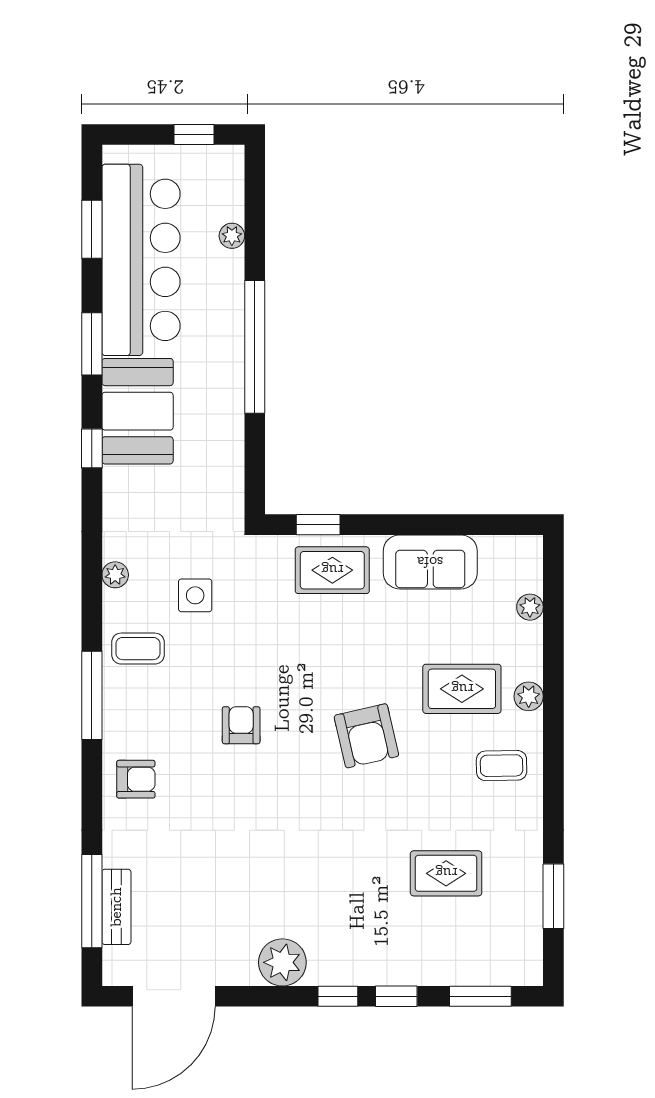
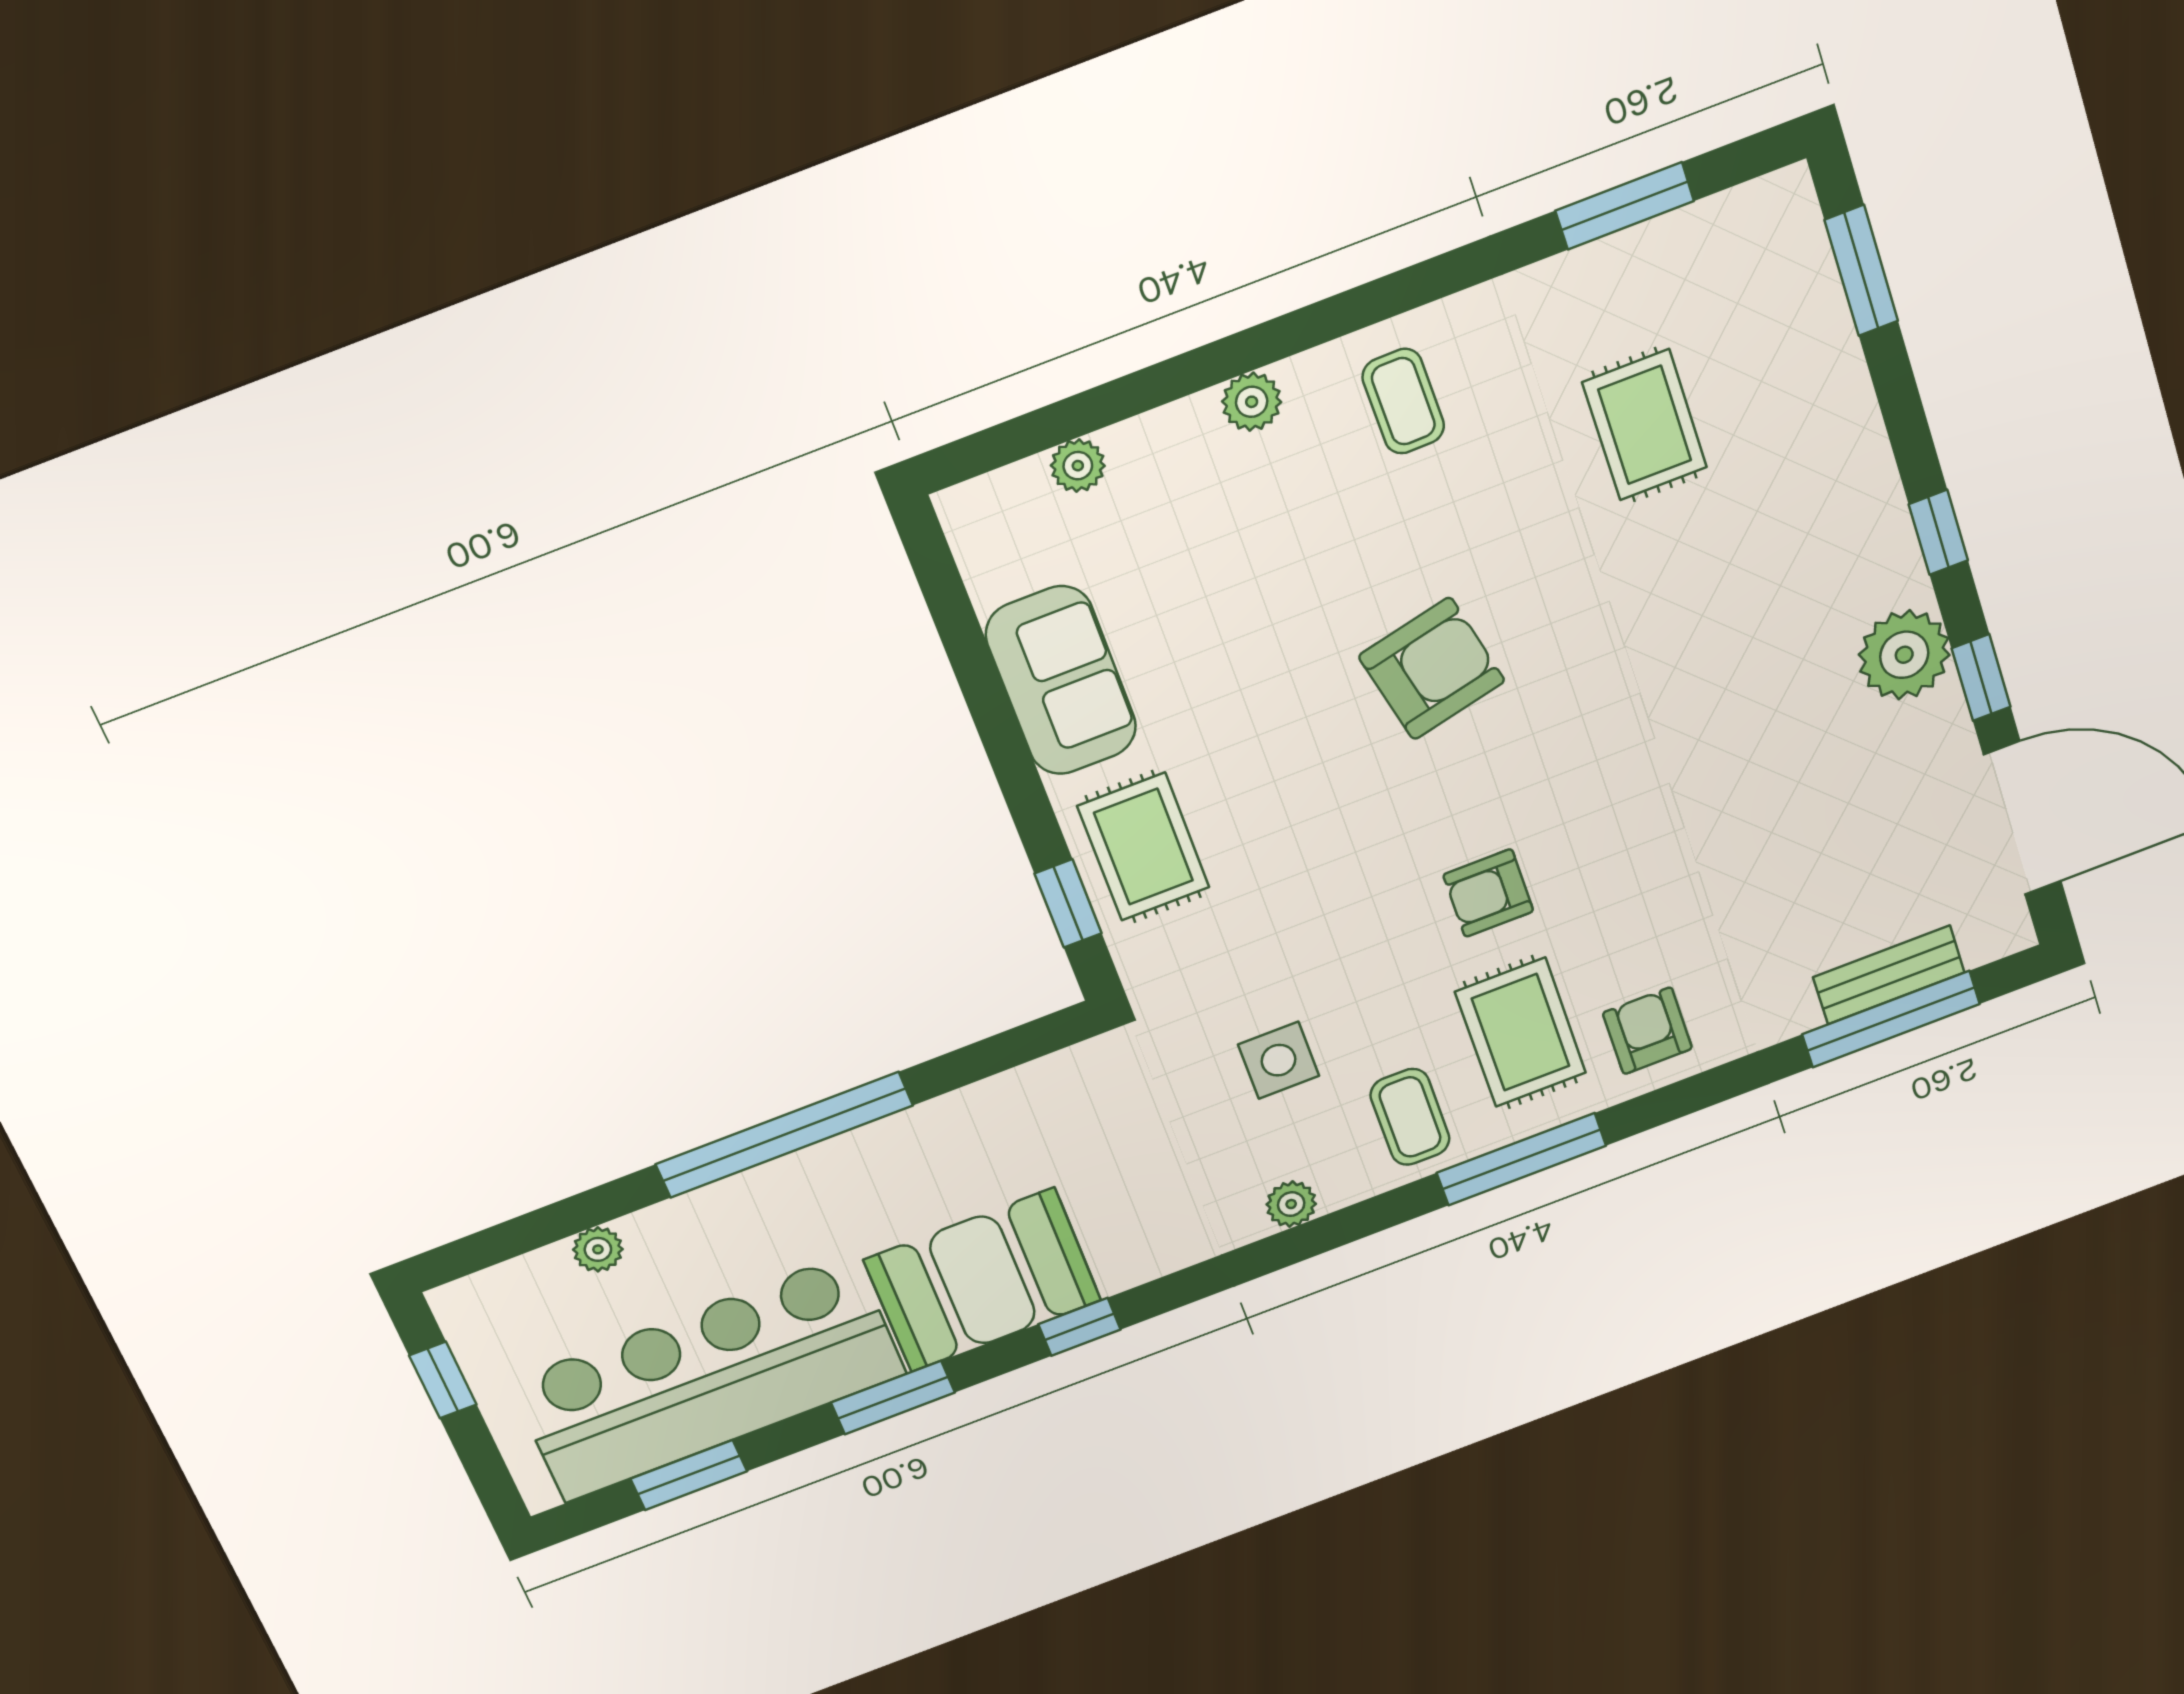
rug: (462, 689) -> (1521, 1032), moved
window: (396, 996) -> (1981, 678), moved

